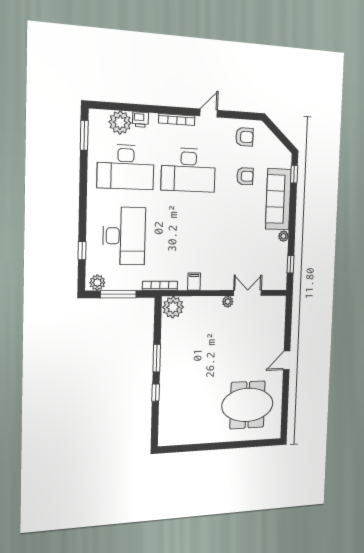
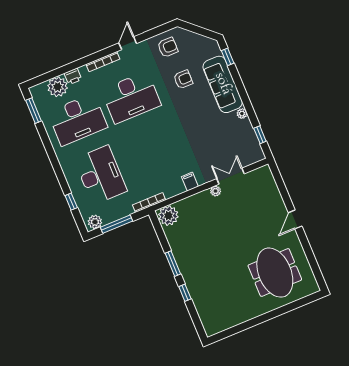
filing cabinet: (194, 282) -> (190, 182), moved
meeting table: (247, 405) -> (275, 273), turned 90

